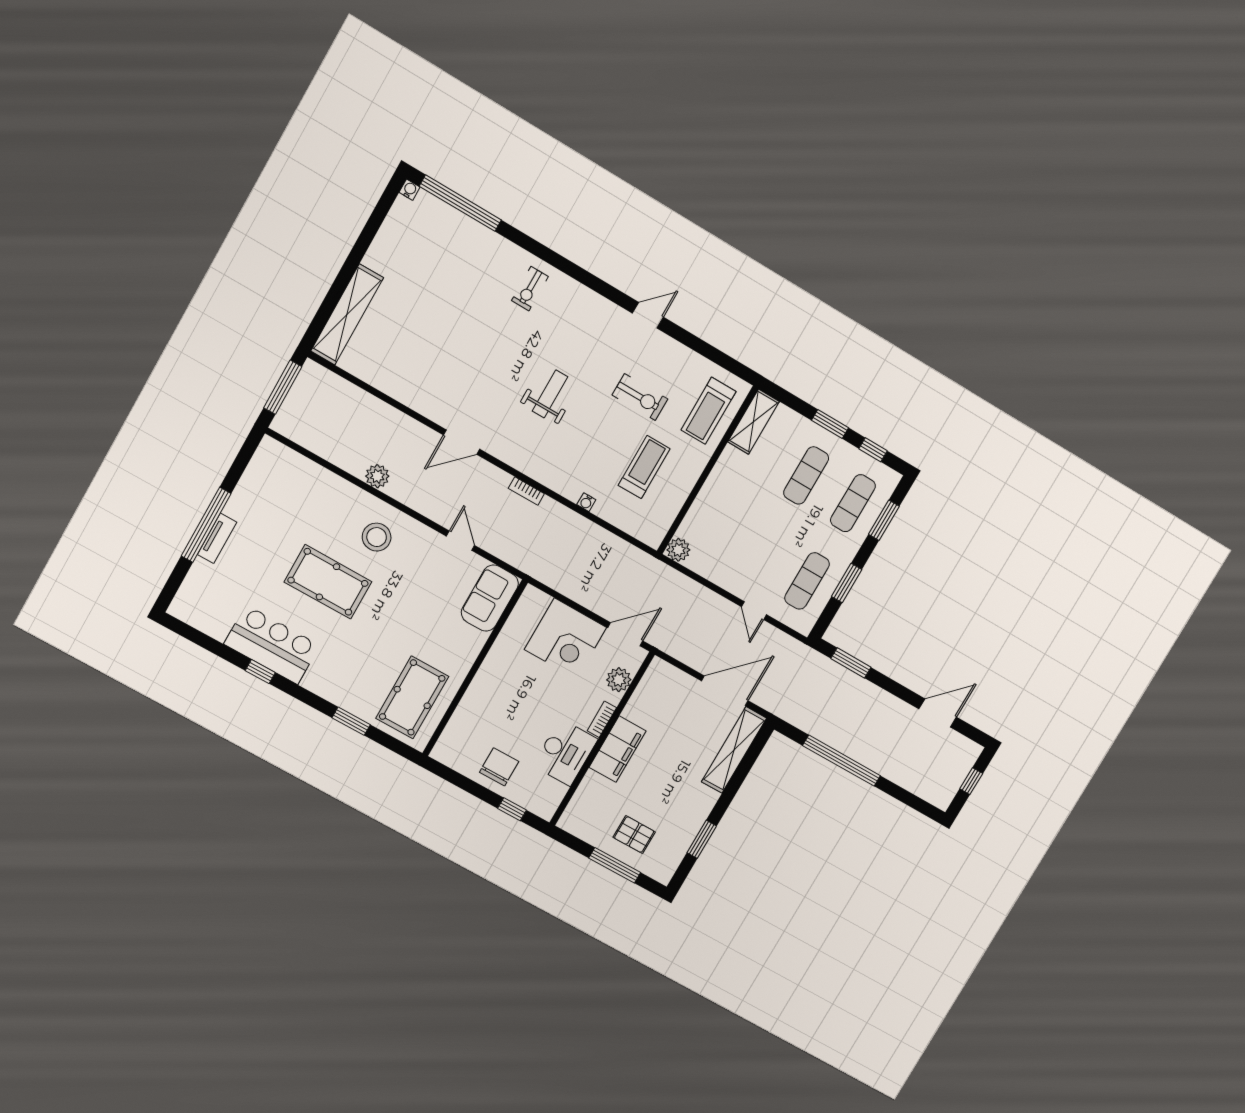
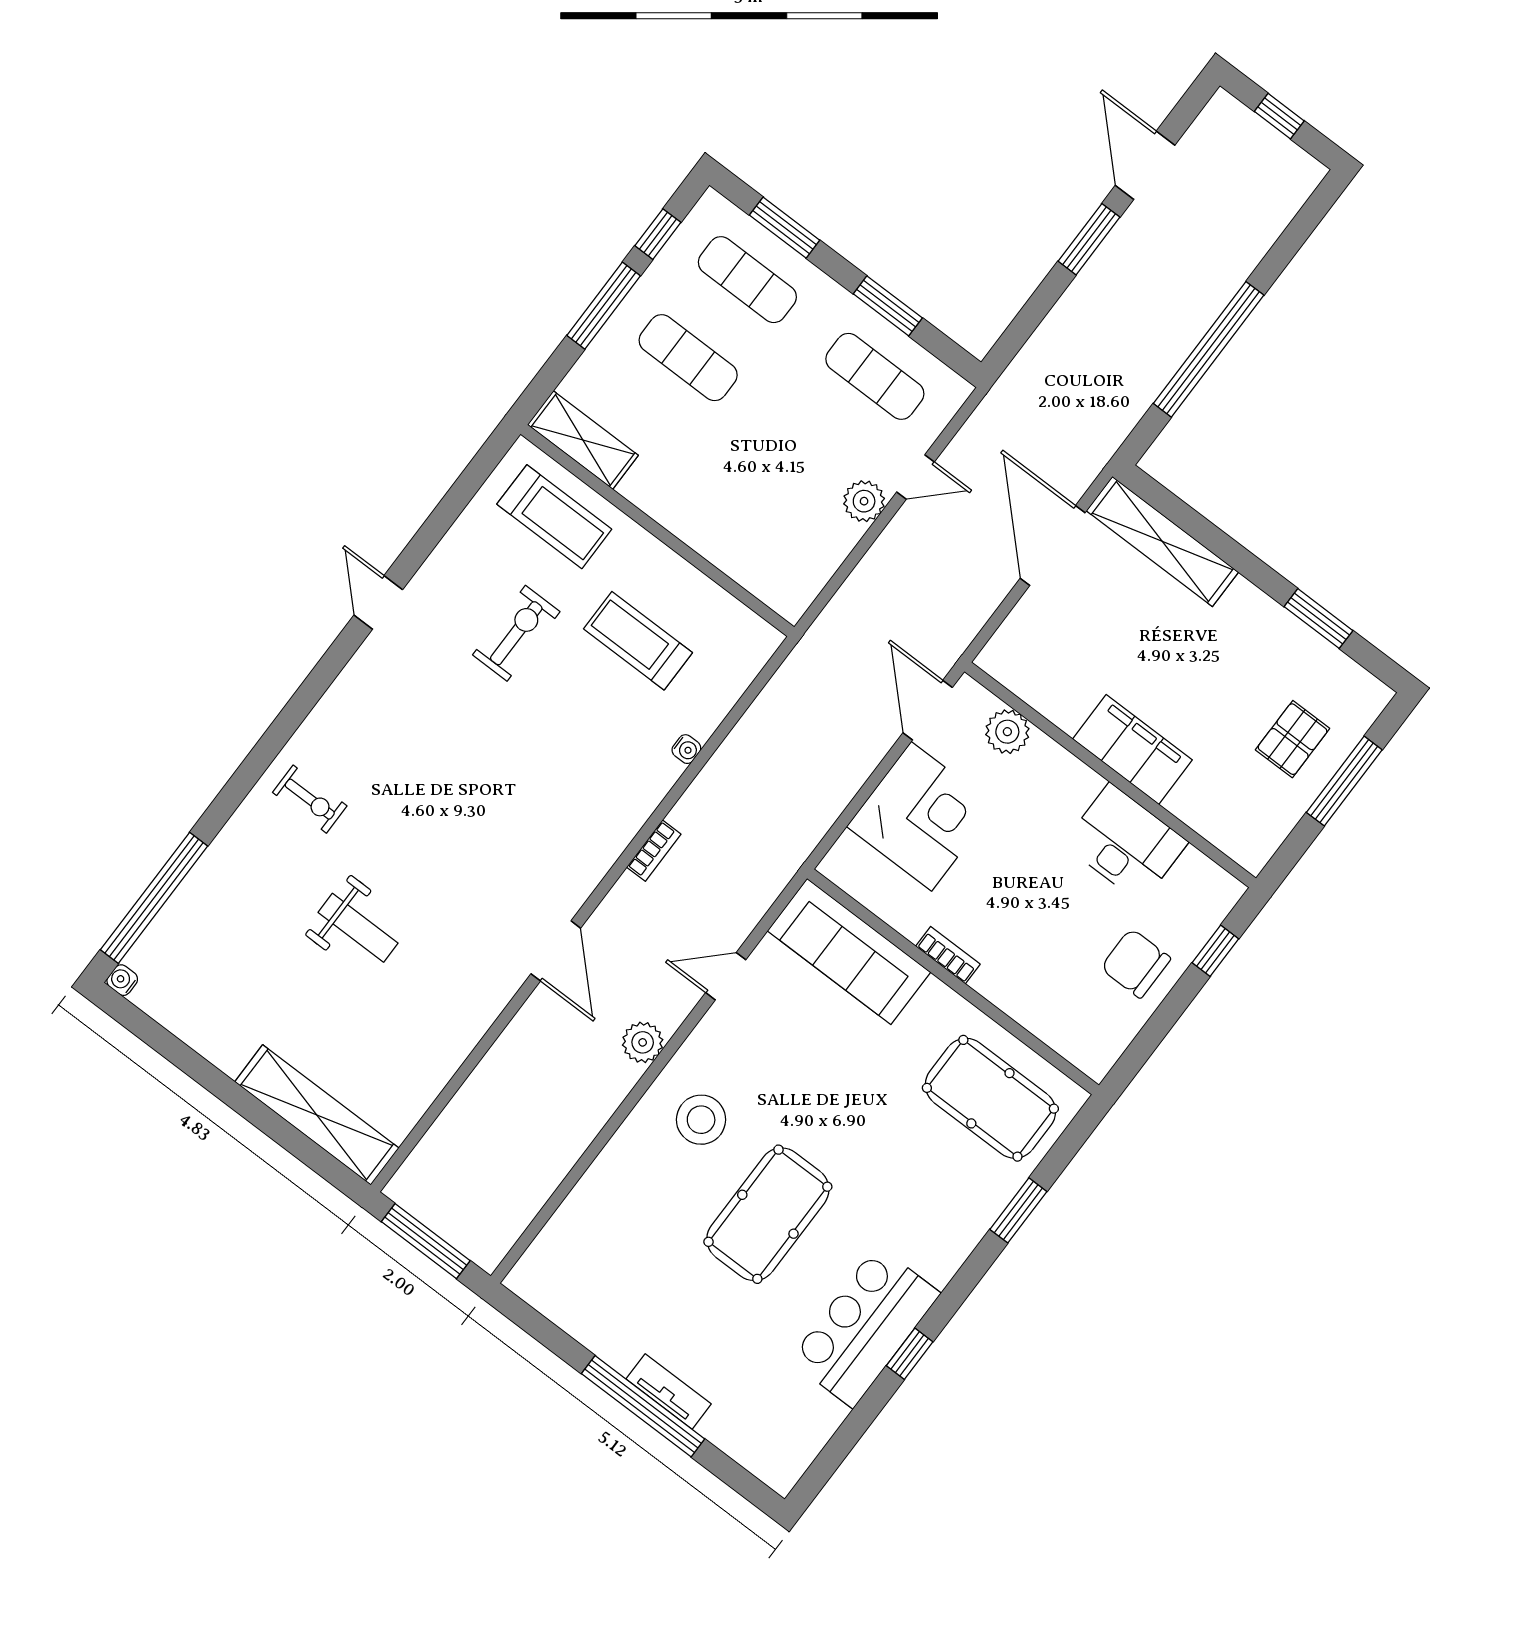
weight bench: (550, 394) -> (358, 928), moved, turned 180
window: (830, 424) -> (604, 306), width x1.44
plant: (377, 476) -> (643, 1042), moved
plant: (678, 550) -> (864, 501), moved
sofa: (490, 598) -> (849, 951), width x1.36
window: (851, 663) -> (1089, 239), moved
bookcase: (602, 719) -> (948, 955), moved, turned 180

